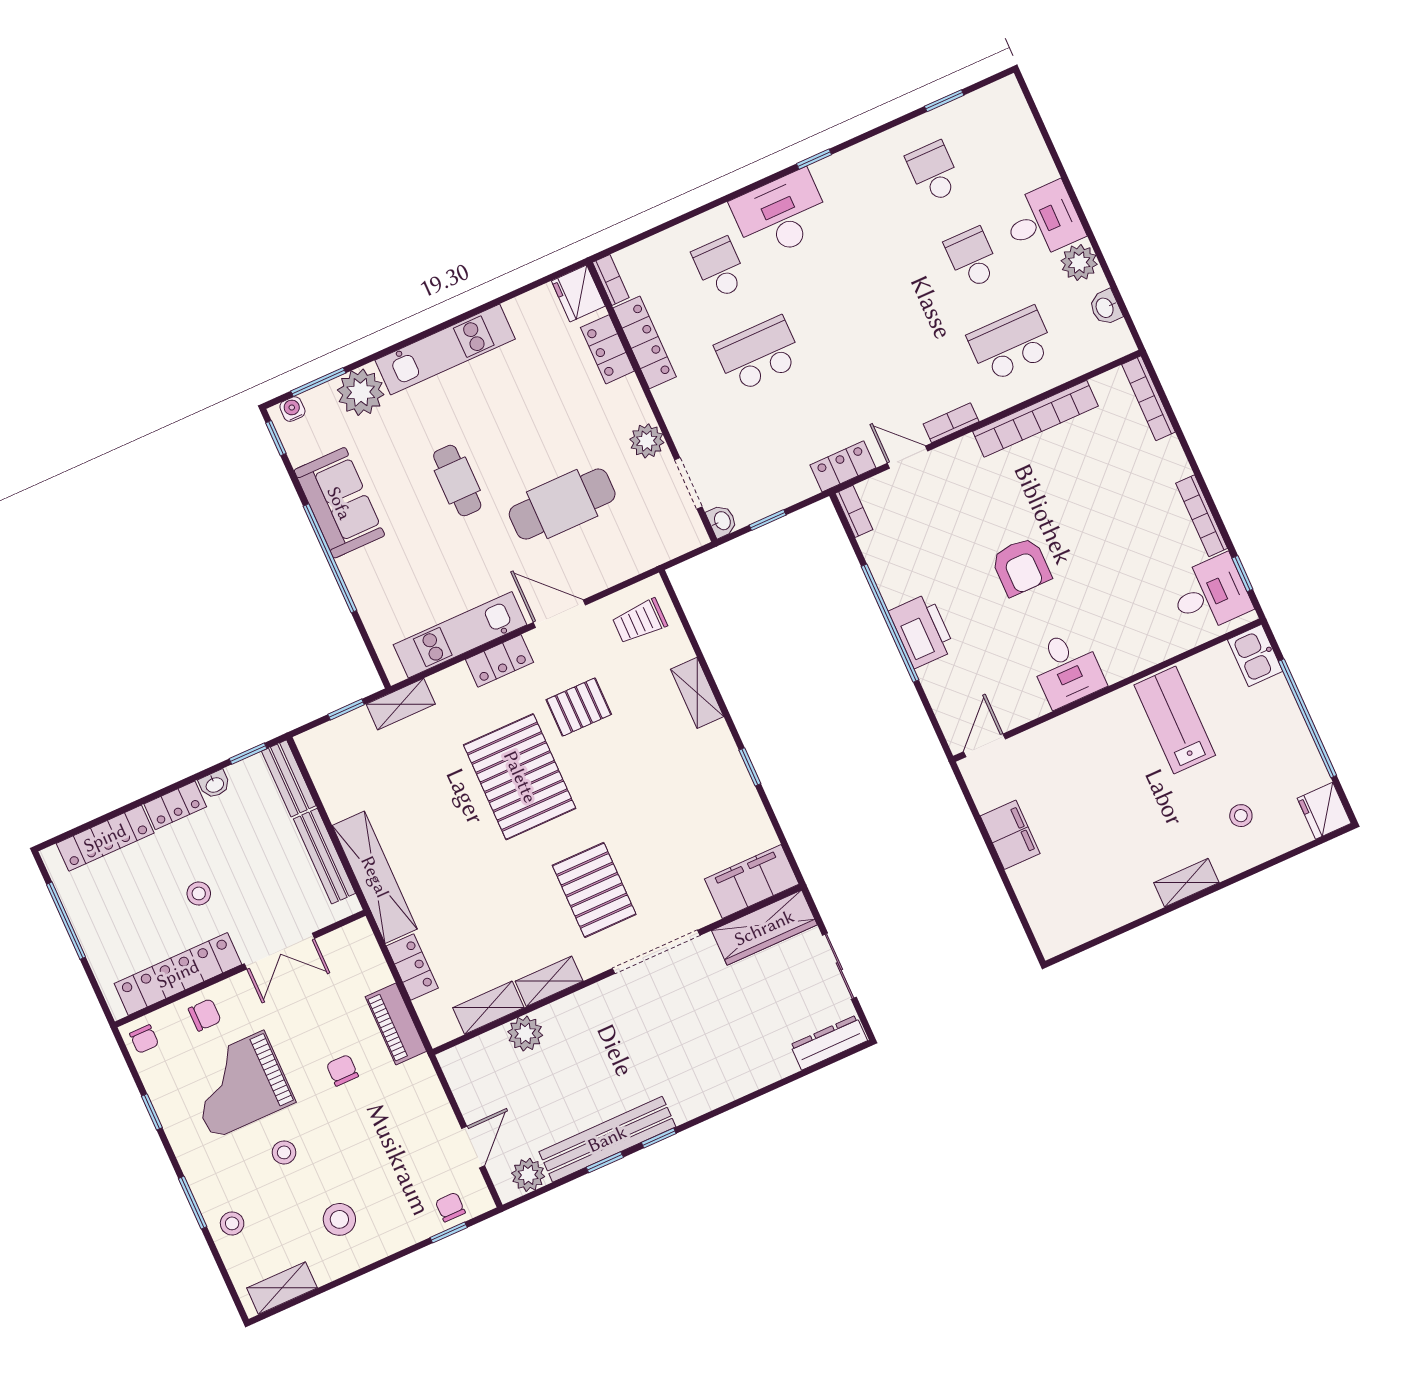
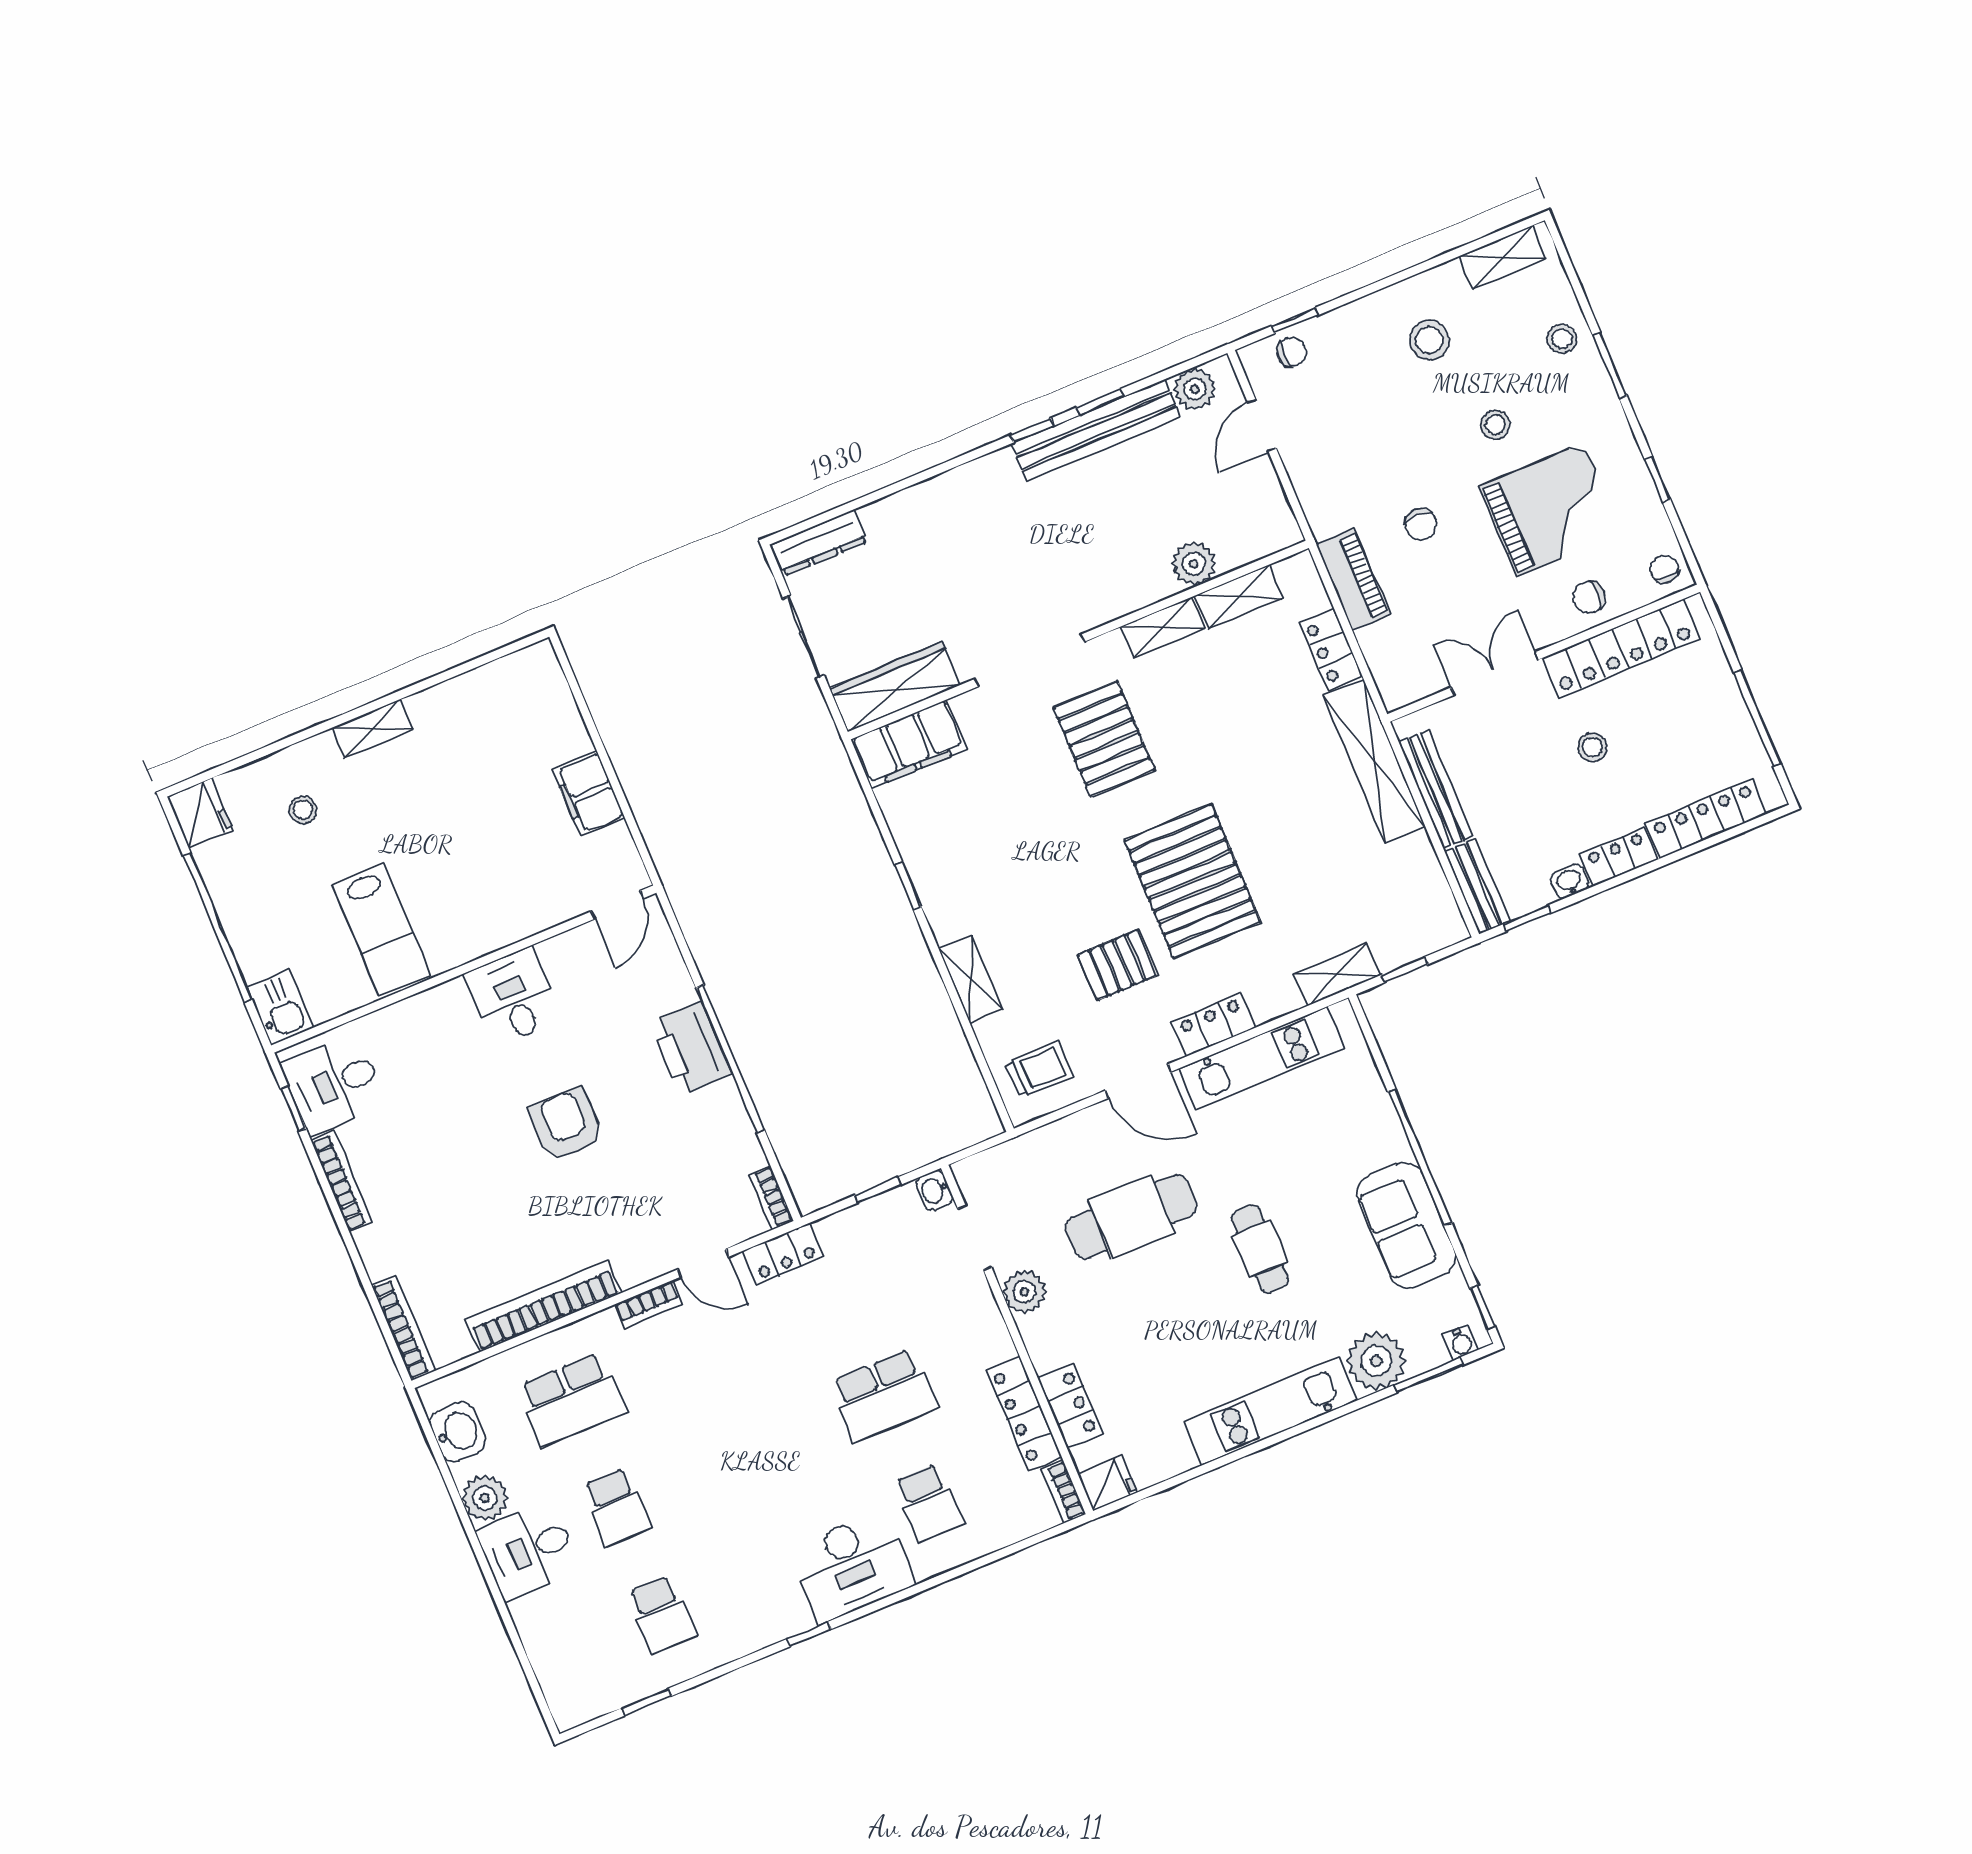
fridge: (578, 294) -> (1107, 1483), width x0.72
washbasin: (1105, 307) -> (458, 1432), width x1.38, depth x1.45
chair: (450, 1207) -> (1292, 352), turned -90

